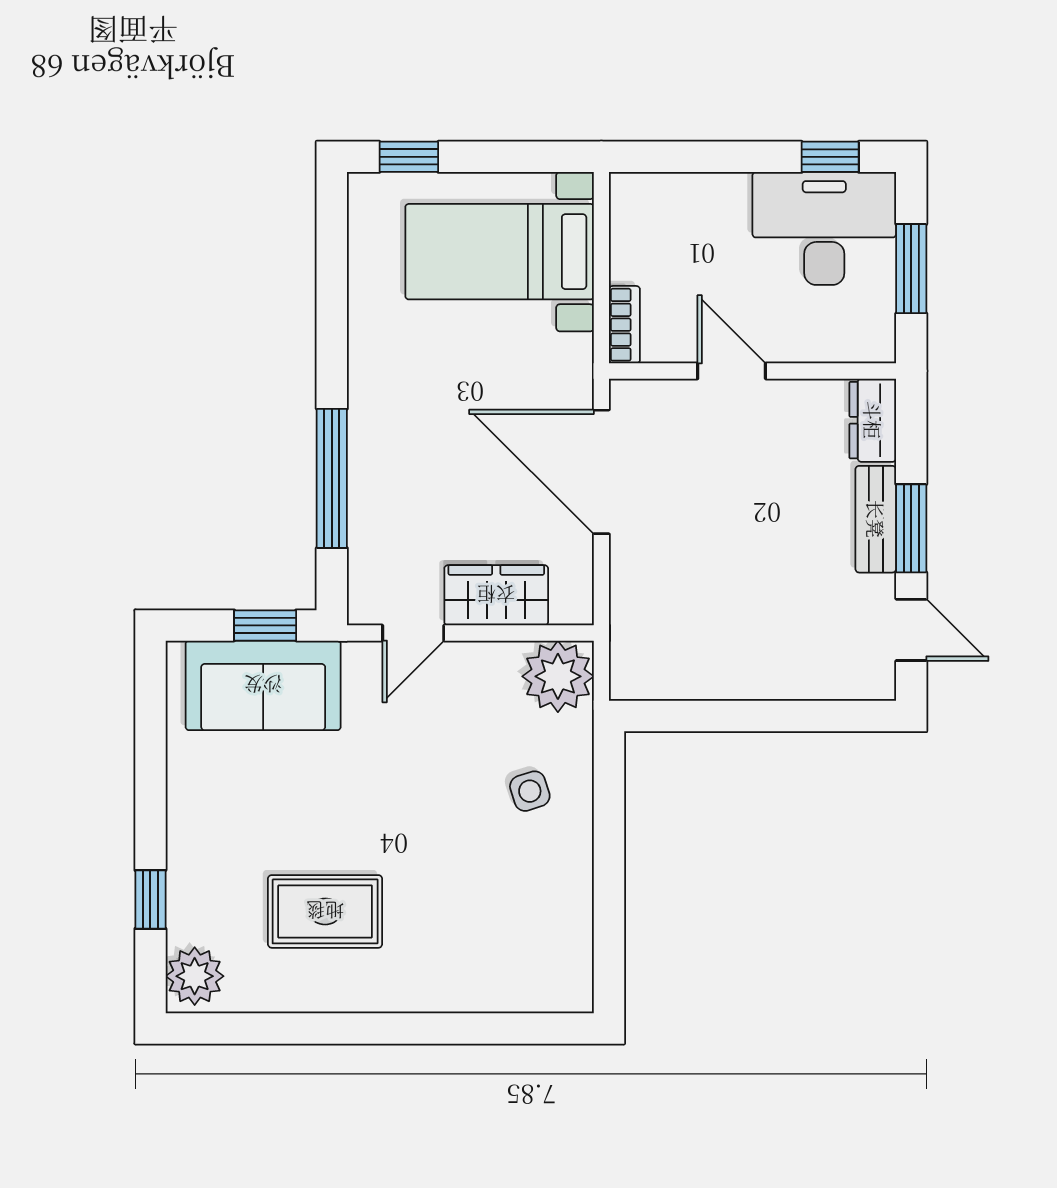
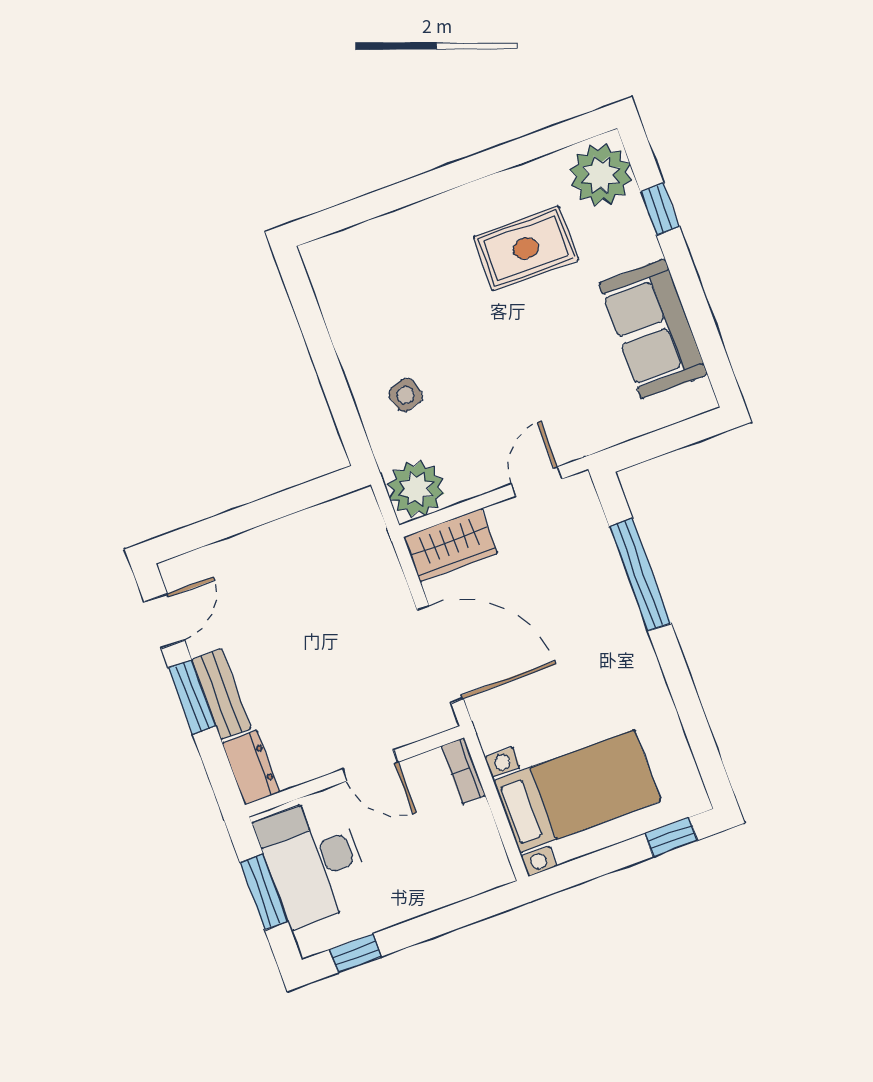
desk: (824, 228) -> (314, 862), moved, turned 90
wardrobe: (496, 595) -> (451, 545), moved
window: (265, 625) -> (650, 446), removed
door: (911, 630) -> (164, 621), swing flipped
sofa: (263, 685) -> (653, 329), moved, turned -90
plant: (195, 976) -> (601, 175), width x1.36, depth x1.36

